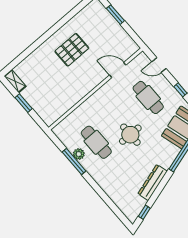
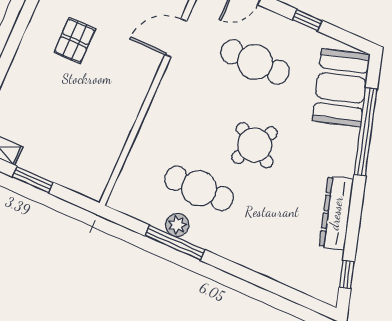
pallet: (72, 50) -> (75, 41), width x0.67, depth x0.71
round table: (130, 135) -> (255, 145), turned 30

